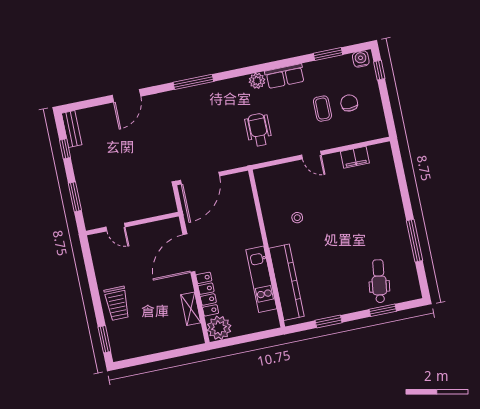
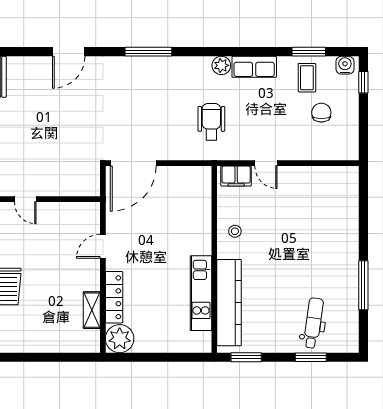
coffee table: (322, 109) -> (307, 78), moved
filing cabinet: (355, 157) -> (236, 176), moved
wall: (267, 249) -> (214, 259), moved
door: (189, 253) -> (103, 246), width x0.53
kitchen unit: (261, 279) -> (201, 293), moved
kitchen counter: (287, 282) -> (229, 303), moved

